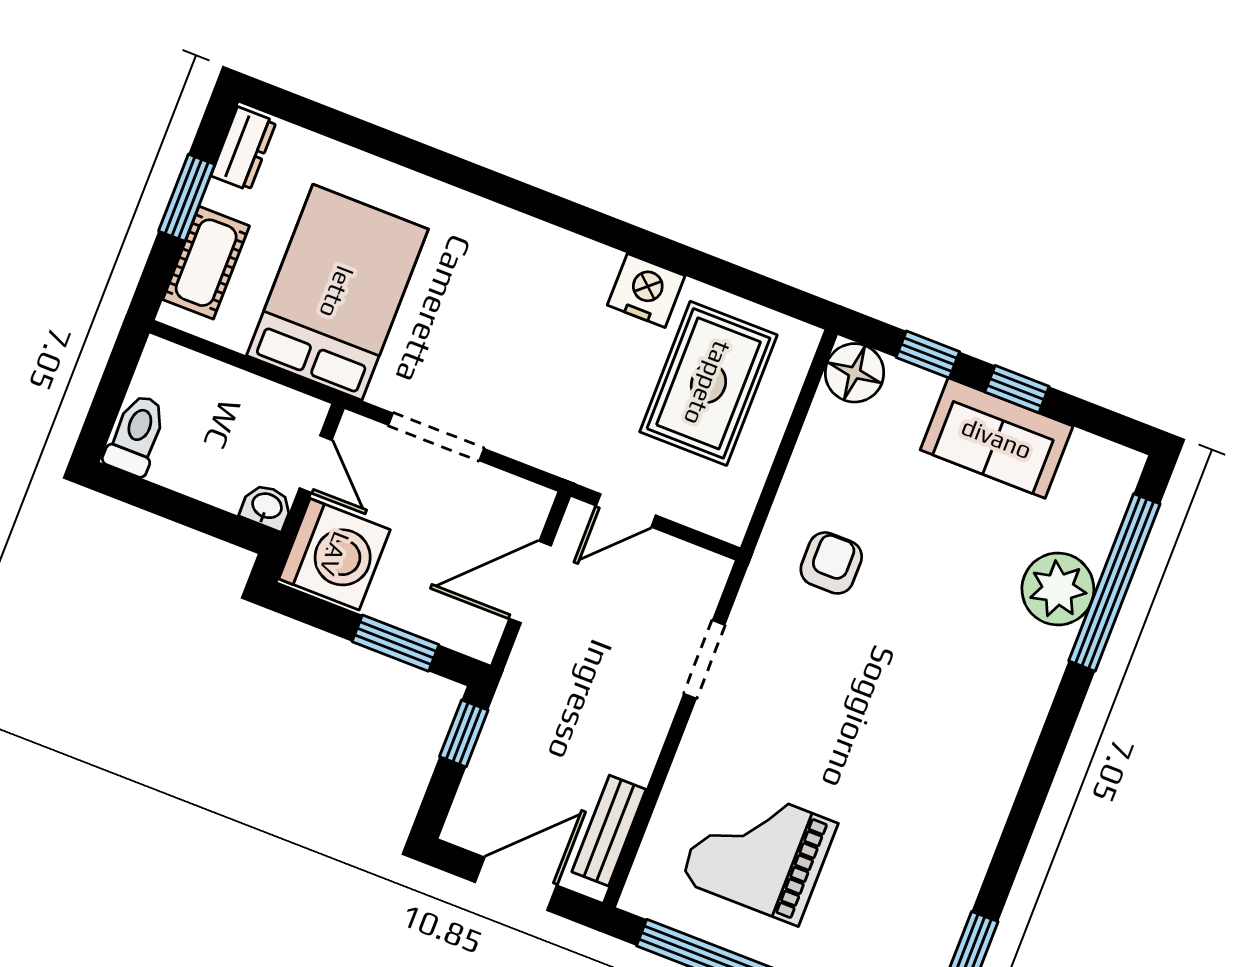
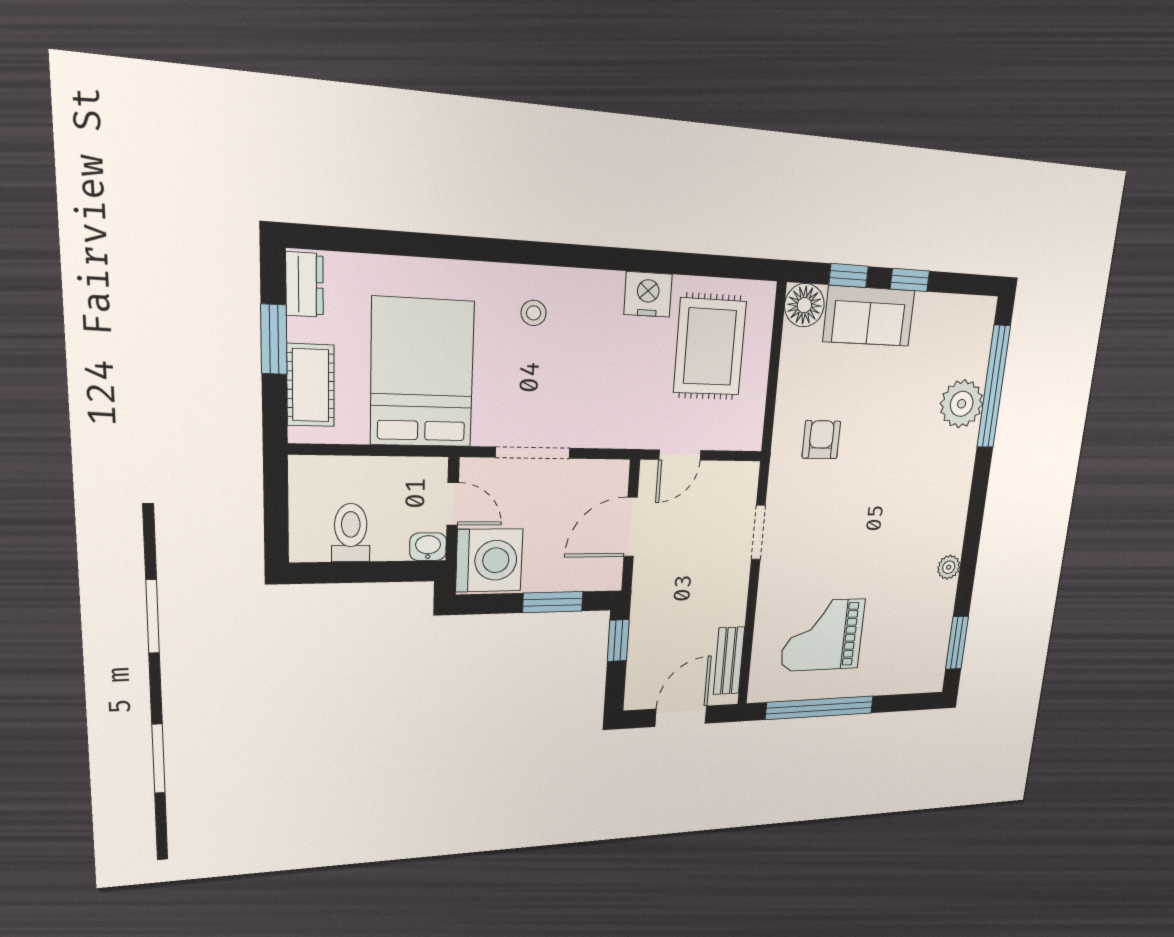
stool: (495, 266) -> (534, 313), added
toilet: (136, 435) -> (351, 533), moved
sofa: (997, 438) -> (869, 316), moved
plant: (982, 829) -> (949, 567), added

